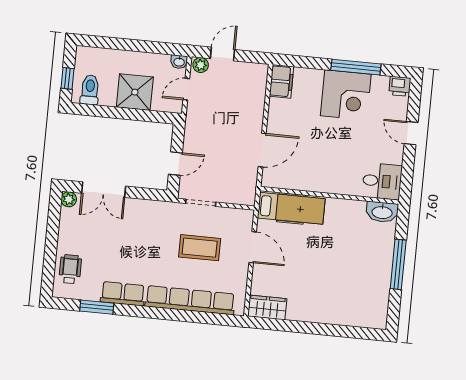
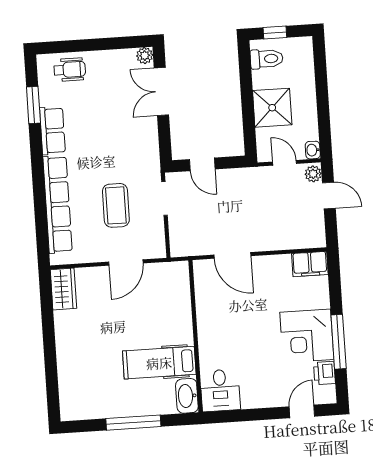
printer: (400, 86) -> (324, 373), moved
door: (411, 133) -> (302, 411), moved
hospital bed: (291, 208) -> (159, 363), moved, turned 90

